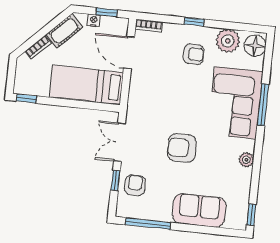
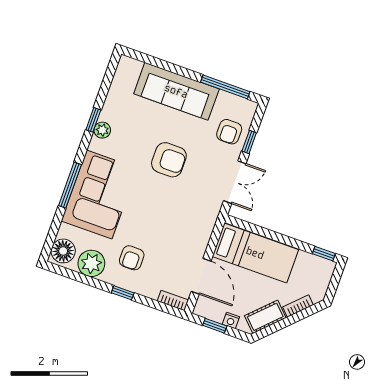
armchair: (194, 54) -> (132, 258), turned -90
sofa: (199, 210) -> (176, 91), width x1.36
window: (251, 215) -> (93, 120), moved

